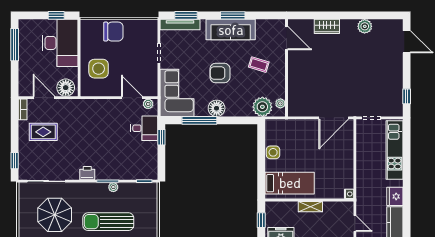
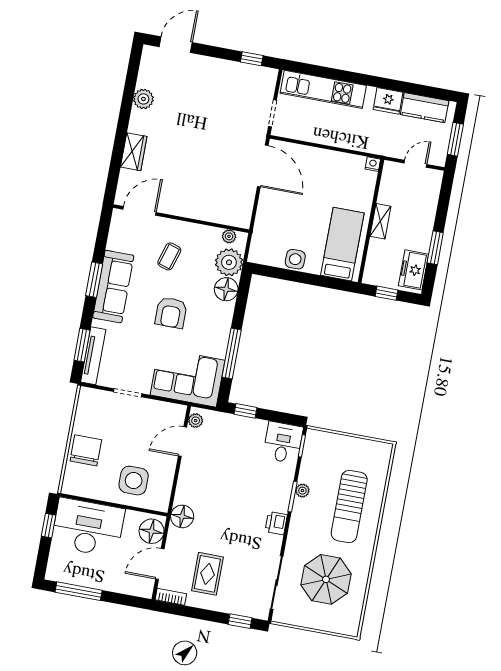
floor lamp: (80, 107) -> (182, 516), added
floor lamp: (217, 108) -> (226, 289), moved
desk: (144, 128) -> (283, 443), moved

